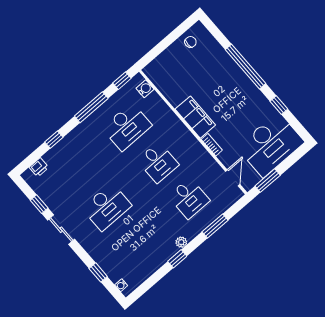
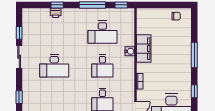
window: (246, 67) -> (194, 55), width x0.68
water cooler: (145, 89) -> (130, 51), moved
filing cabinet: (195, 117) -> (144, 49), moved
printer: (39, 167) -> (56, 13), moved

